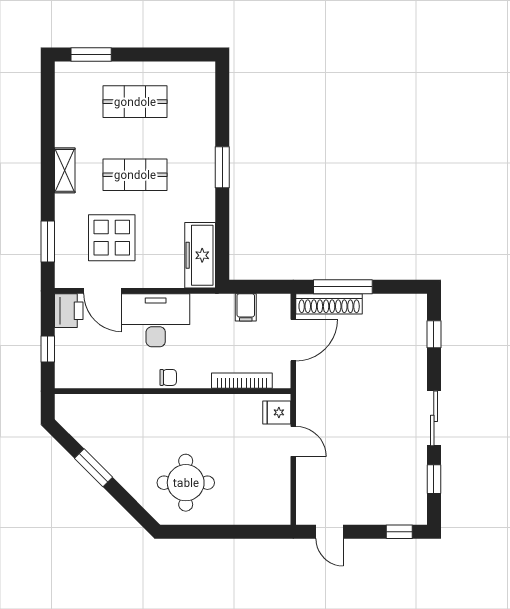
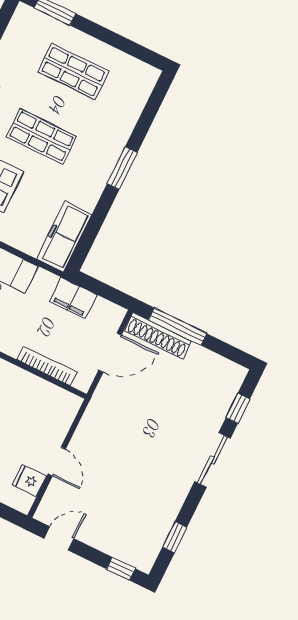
filing cabinet: (246, 307) -> (73, 298), width x2.00
fridge: (277, 412) -> (29, 480), moved
sliding door: (434, 418) -> (213, 460), moved
door: (293, 441) -> (57, 461), moved
door: (329, 532) -> (59, 538), swing flipped

